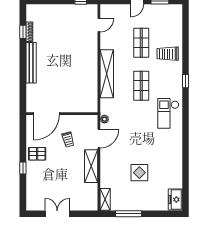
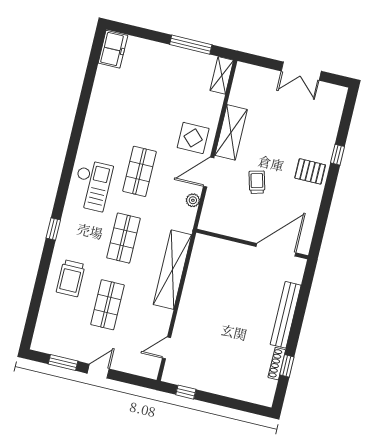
trolley: (168, 54) -> (71, 278), turned 90
door: (47, 114) -> (276, 250), moved
wall: (62, 114) -> (252, 244), moved
shop shelf: (141, 129) -> (140, 171), added
display table: (139, 173) -> (193, 138), moved

